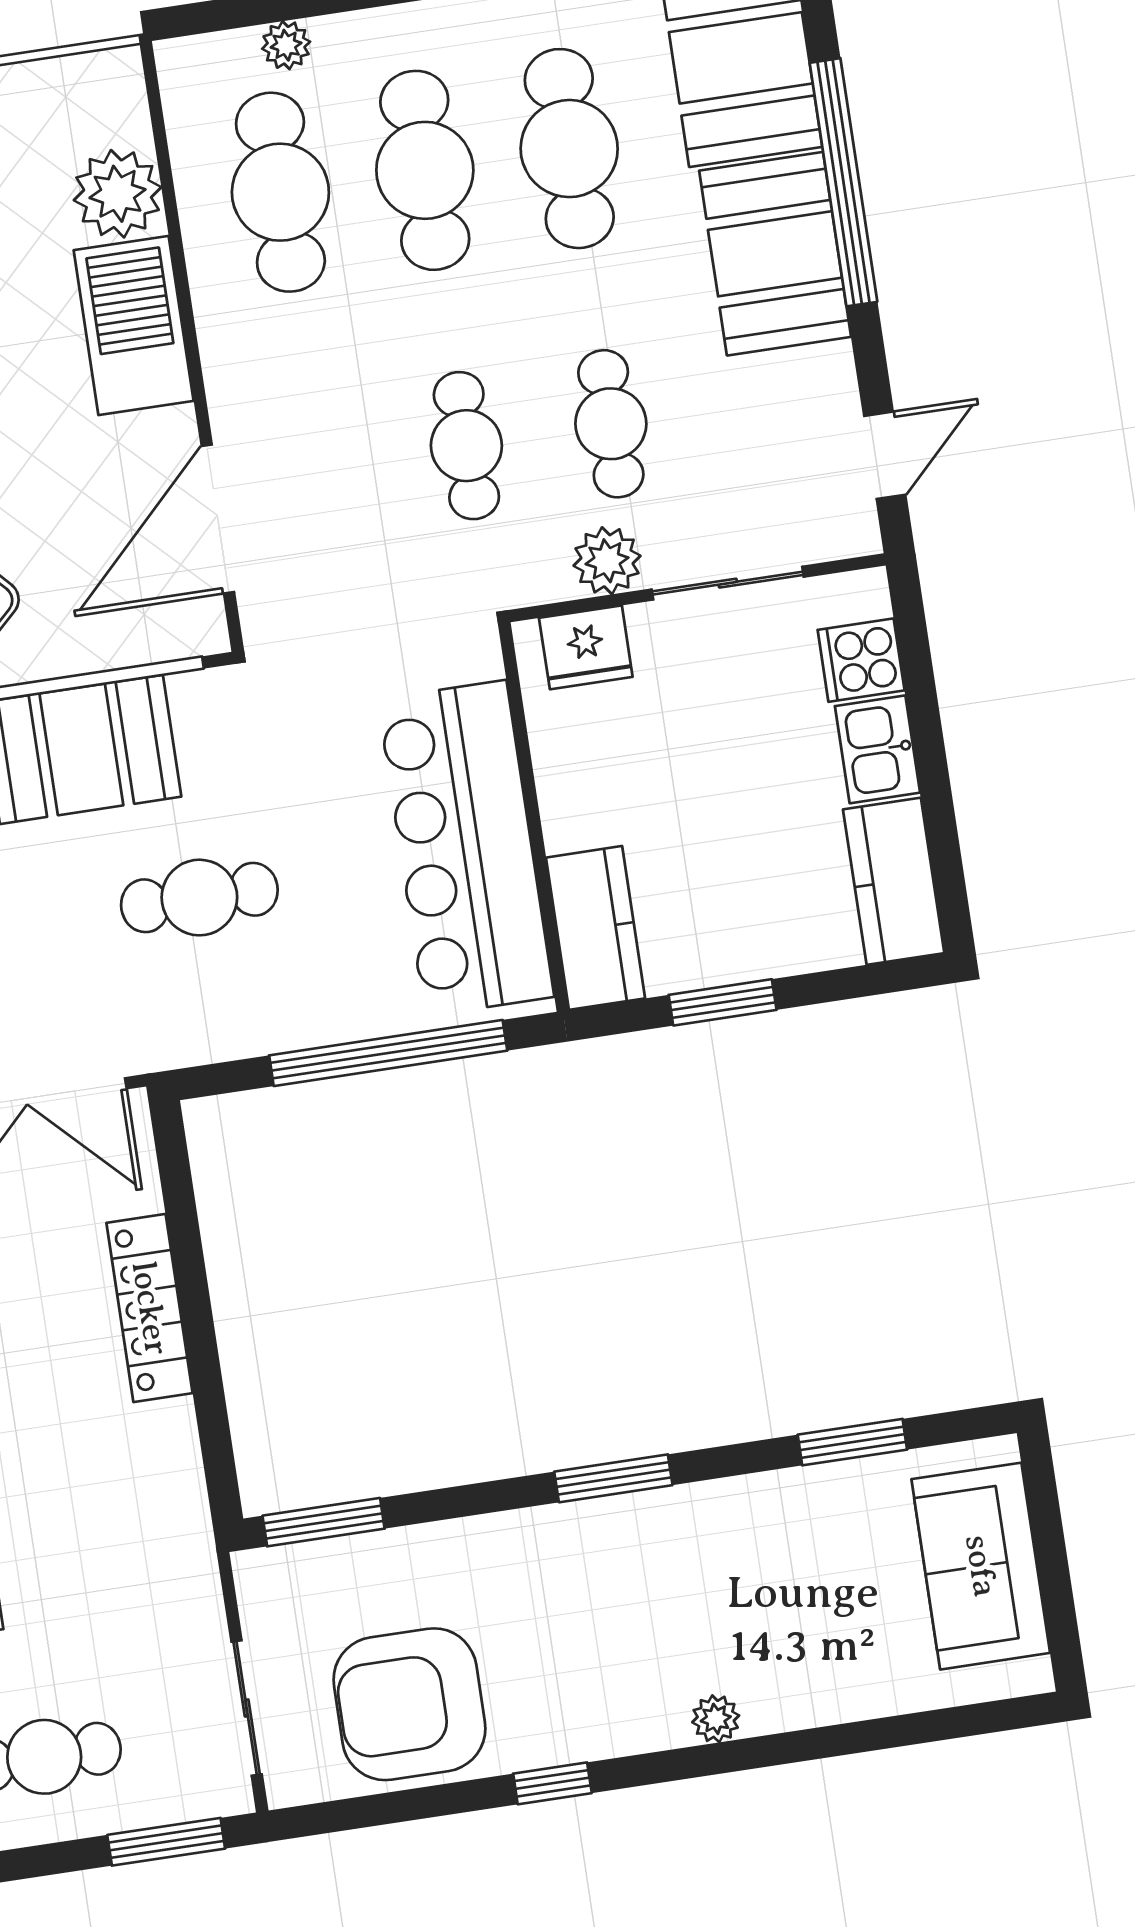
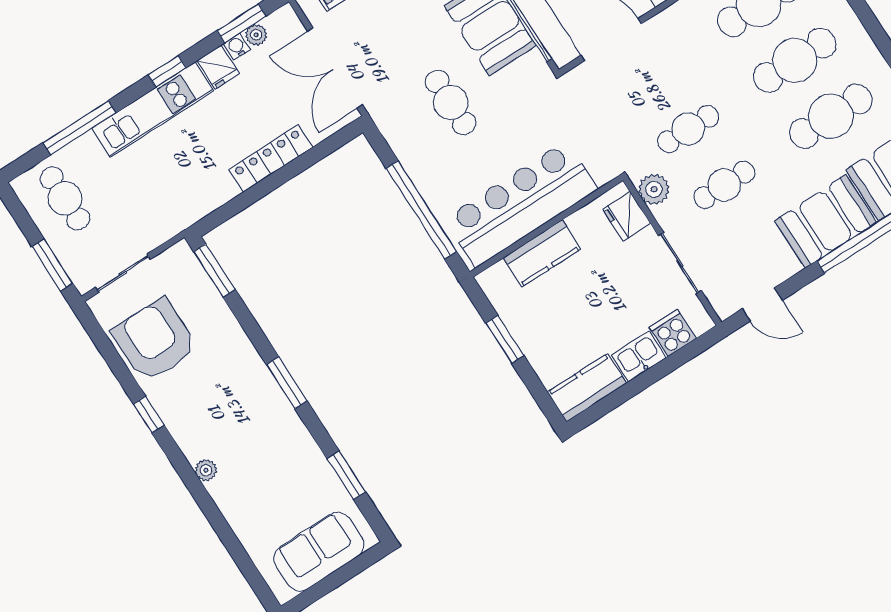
plant: (607, 561) -> (654, 189), moved
kitchen counter: (596, 928) -> (542, 253), moved

